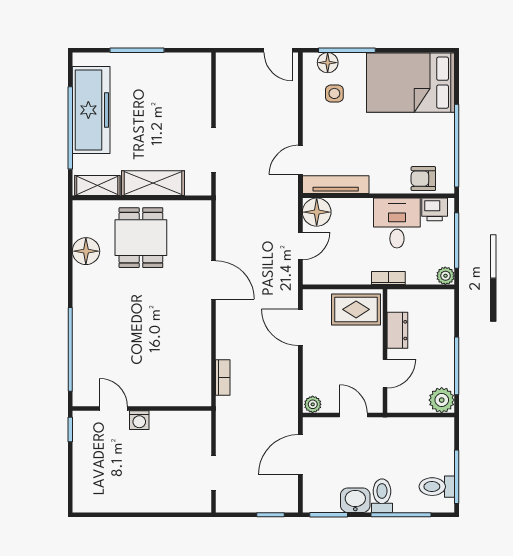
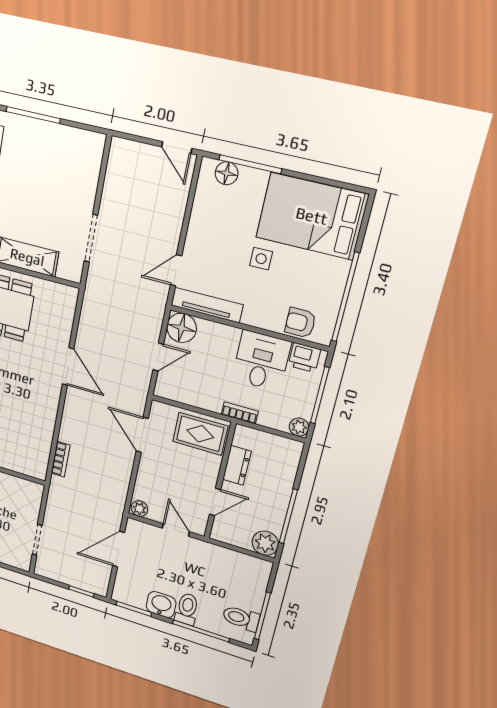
side table: (334, 93) -> (261, 259), moved

